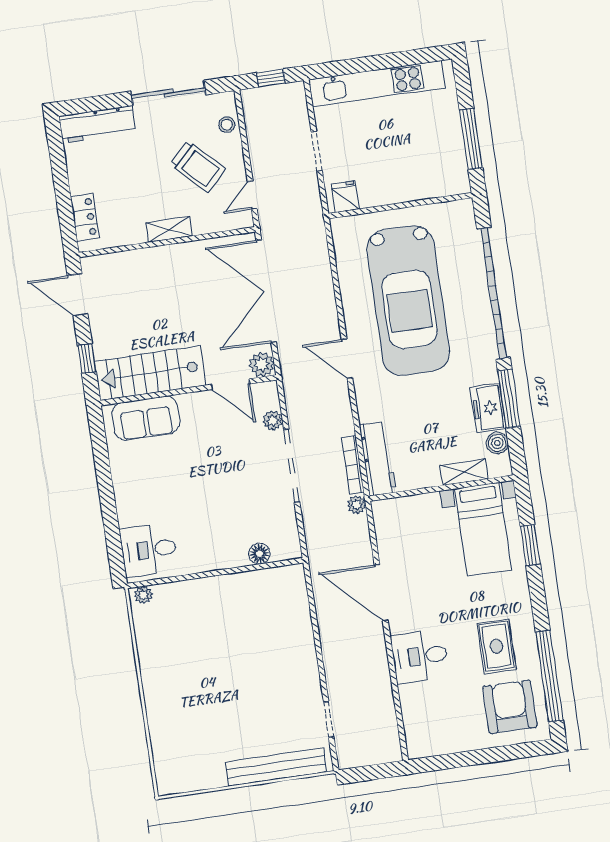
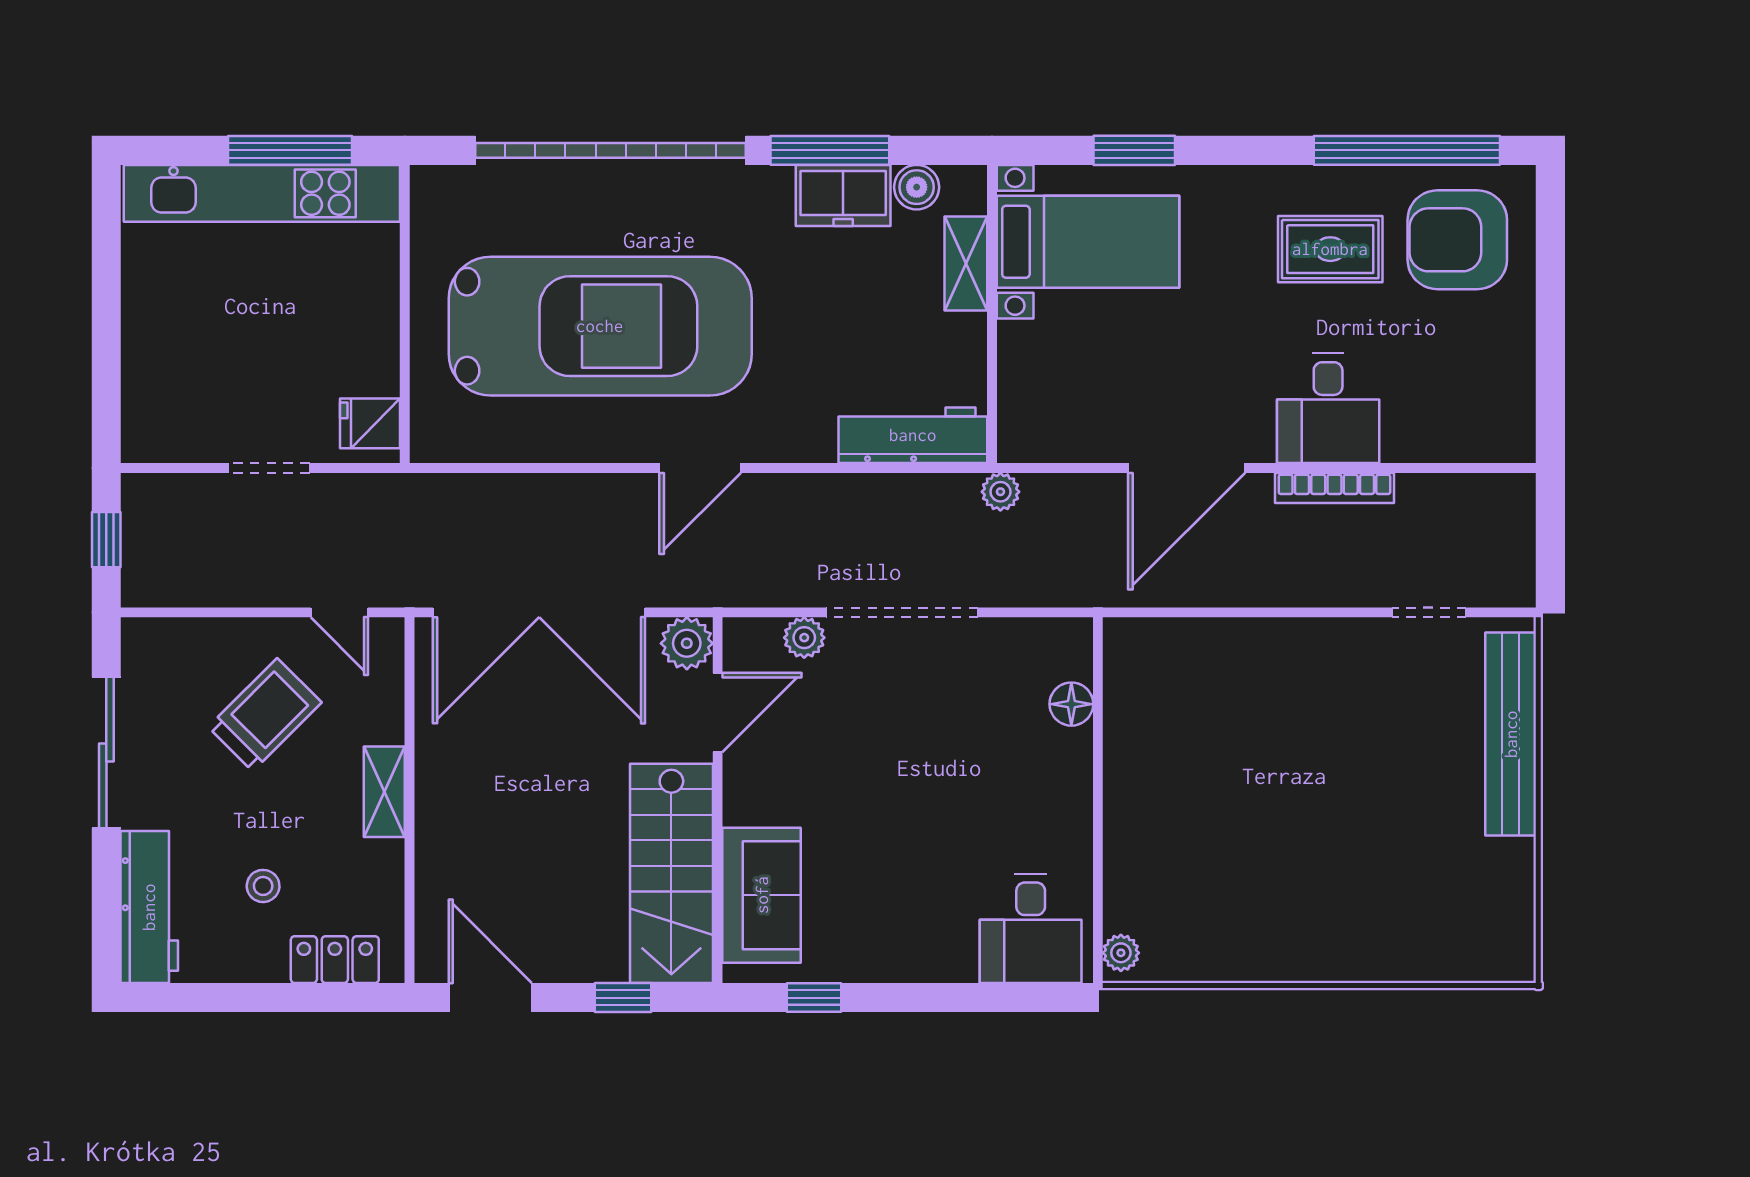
kitchen unit: (377, 84) -> (262, 193), moved, turned 90
stool: (227, 125) -> (263, 886), moved
door: (78, 295) -> (490, 998), swing flipped
window: (100, 450) -> (814, 998), added
bookcase: (353, 465) -> (1334, 488), moved

